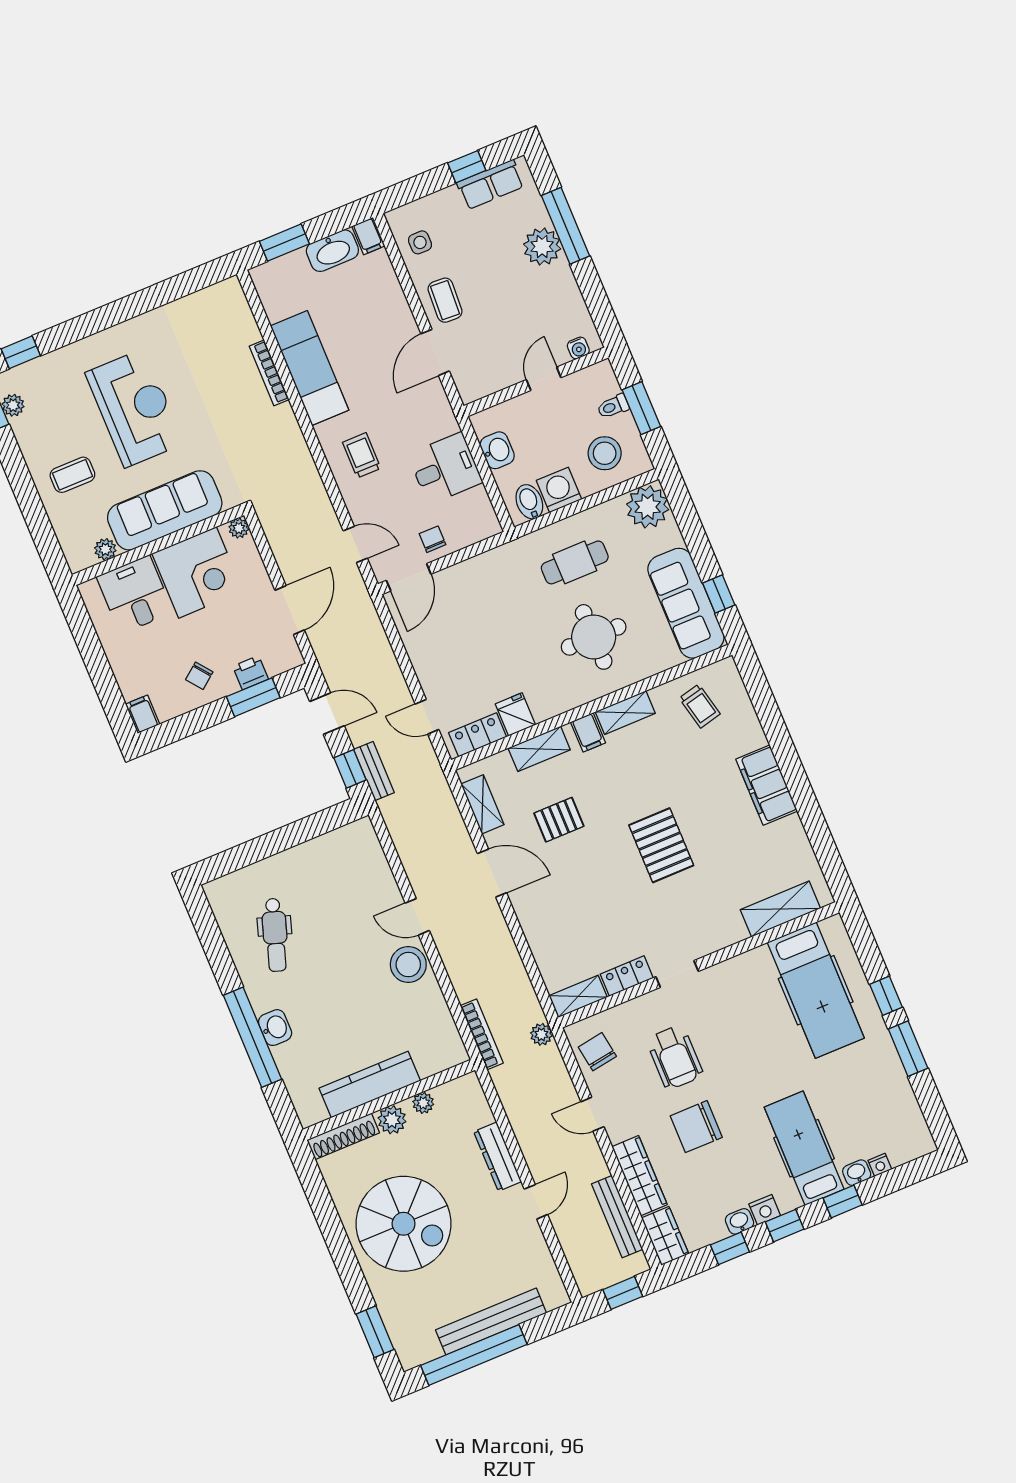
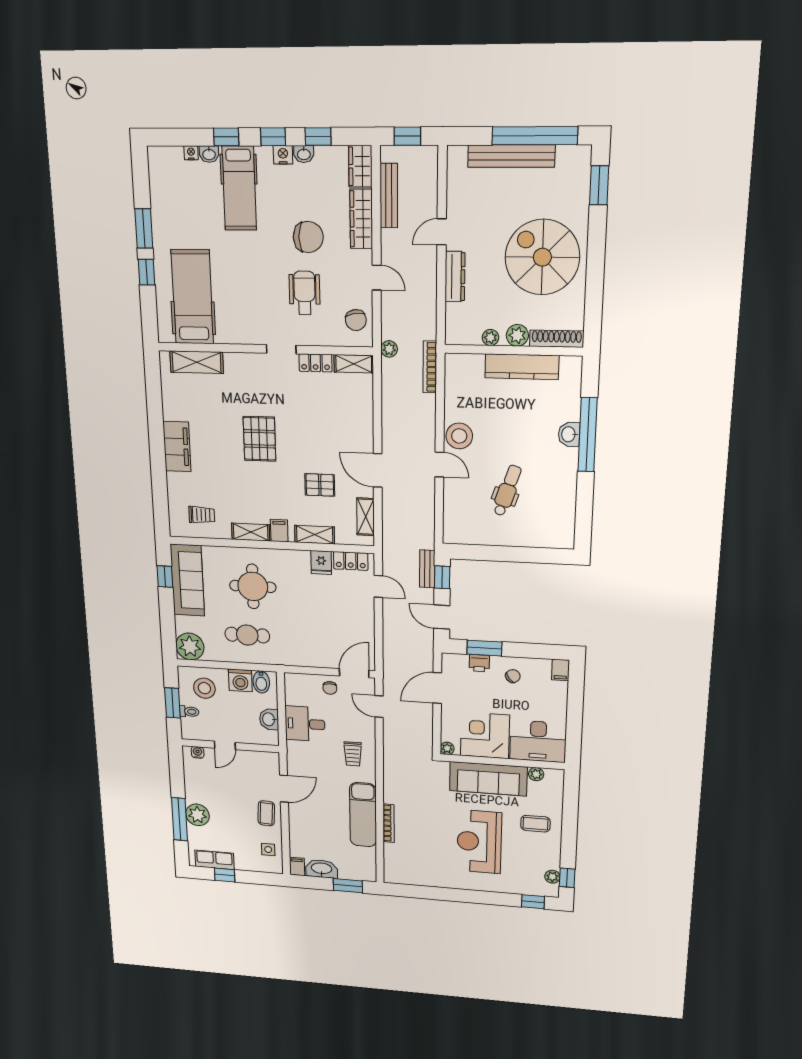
desk: (135, 595) -> (538, 741), width x1.37
trolley: (700, 706) -> (202, 515), turned 103
dental chair: (275, 935) -> (507, 491), moved

